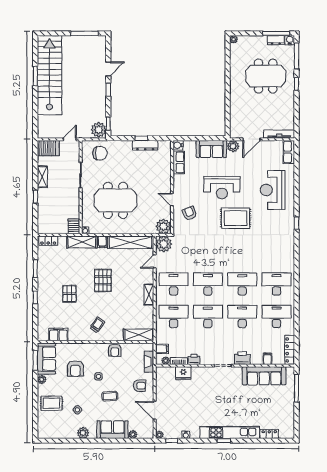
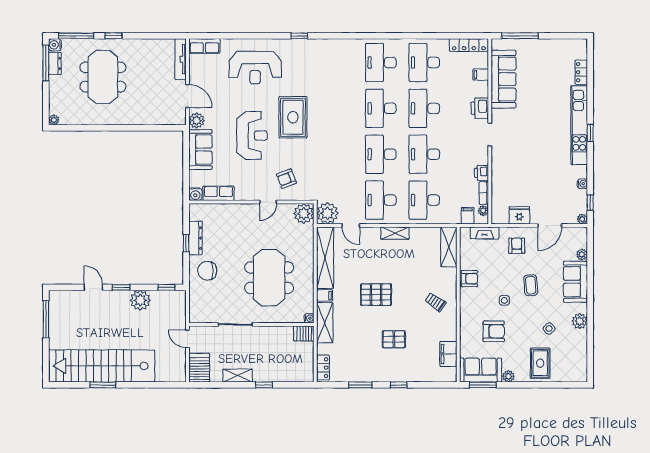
plant: (99, 130) -> (140, 300), moved
chair: (100, 153) -> (207, 271), moved, turned -90
fridge: (183, 373) -> (519, 215), moved, turned -90

